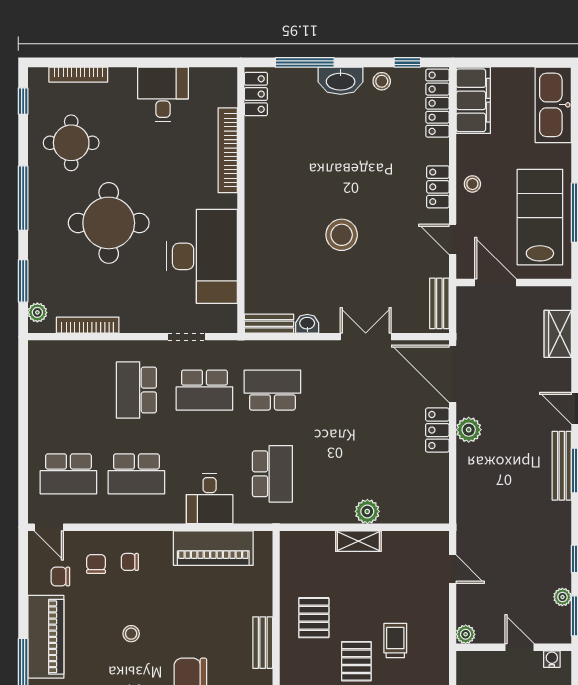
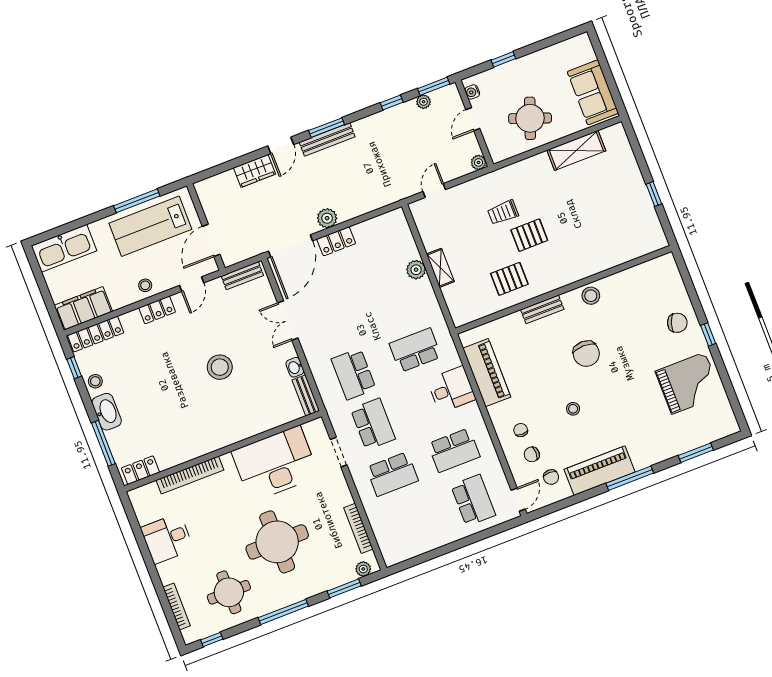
wardrobe: (558, 334) -> (255, 171), moved
school desk: (136, 474) -> (454, 450), turned 90
chair: (130, 562) -> (521, 430), turned 180

